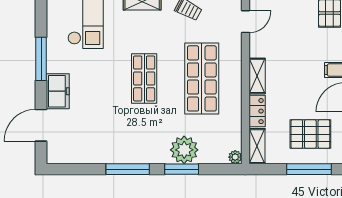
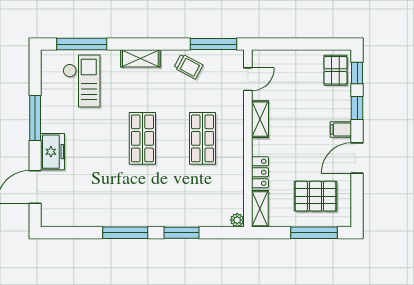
shelving: (257, 76) -> (260, 119), moved
shop shelf: (202, 78) -> (202, 138), width x0.70, depth x0.74
plant: (184, 150) -> (184, 213), removed

